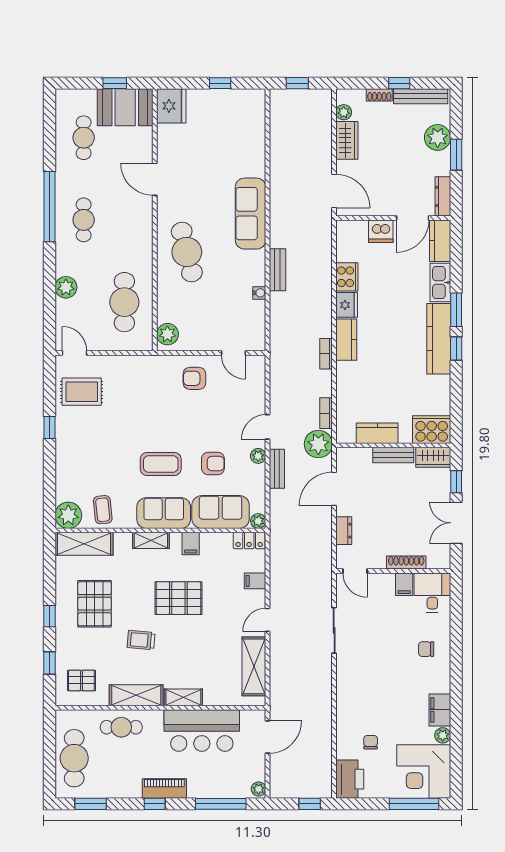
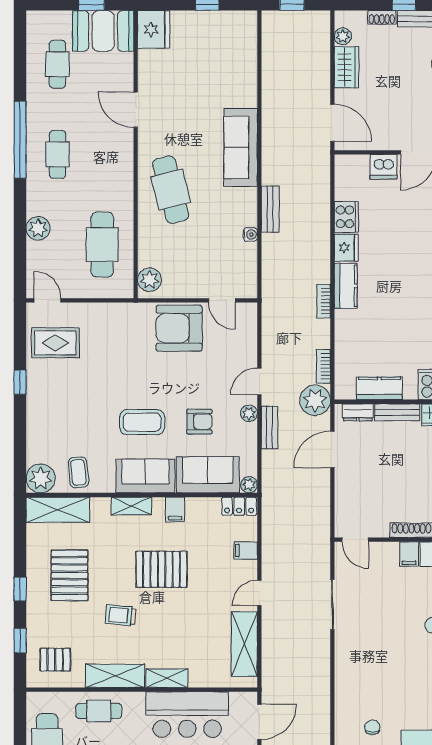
armchair: (194, 378) -> (179, 328), width x1.88, depth x1.88
dresser: (344, 531) -> (358, 412), moved, turned 90

